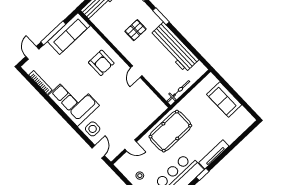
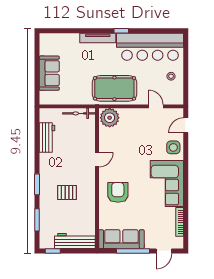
workbench: (174, 47) -> (47, 138), width x0.53, depth x0.76
plant: (155, 108) -> (110, 118), added

